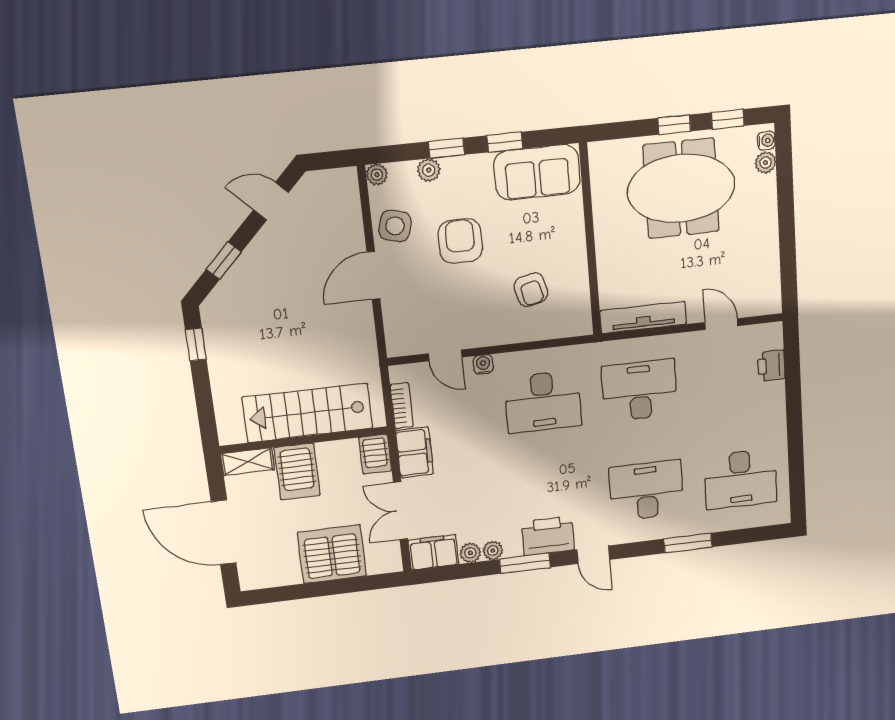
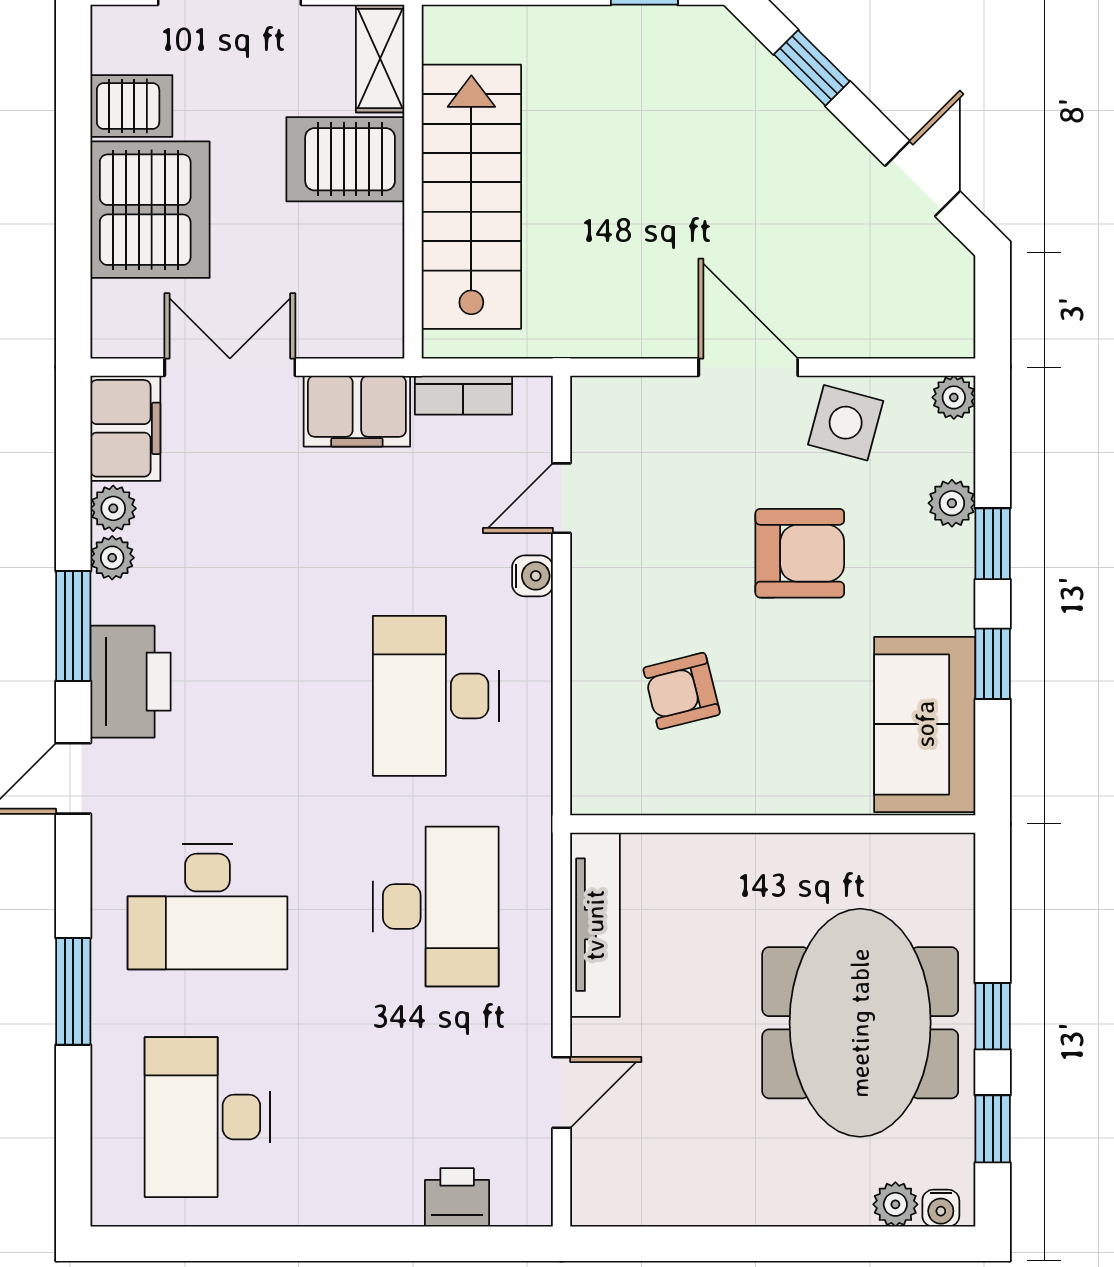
server rack: (375, 454) -> (131, 106), moved, turned 180
desk: (646, 490) -> (207, 907), turned 90

